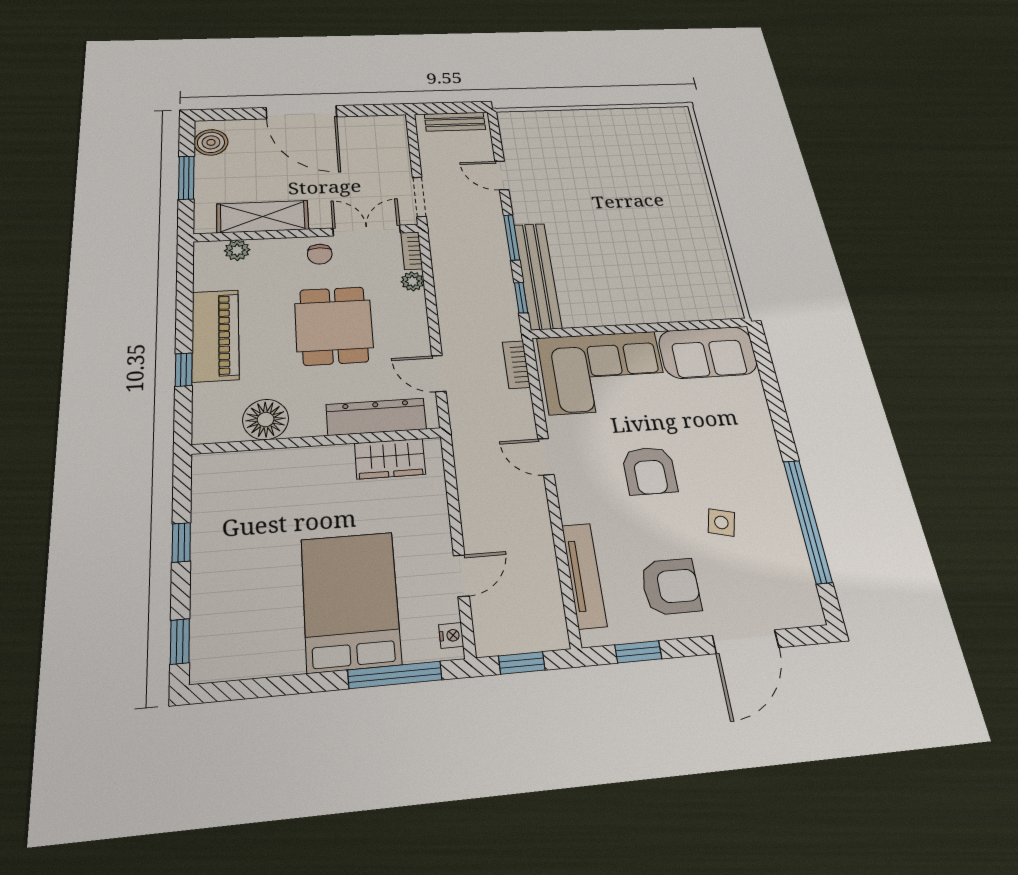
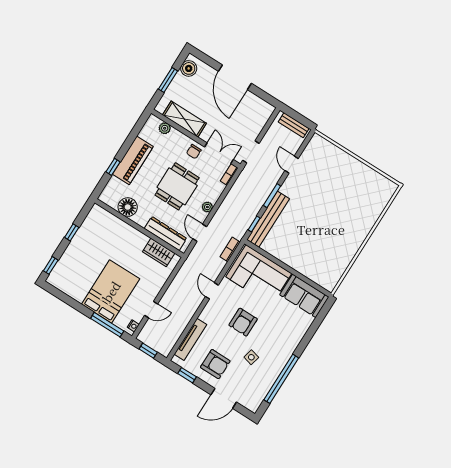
plant: (412, 281) -> (207, 207), moved

